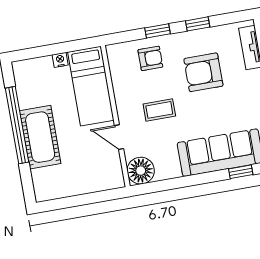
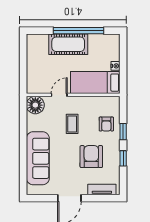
window: (241, 172) -> (23, 169), removed

